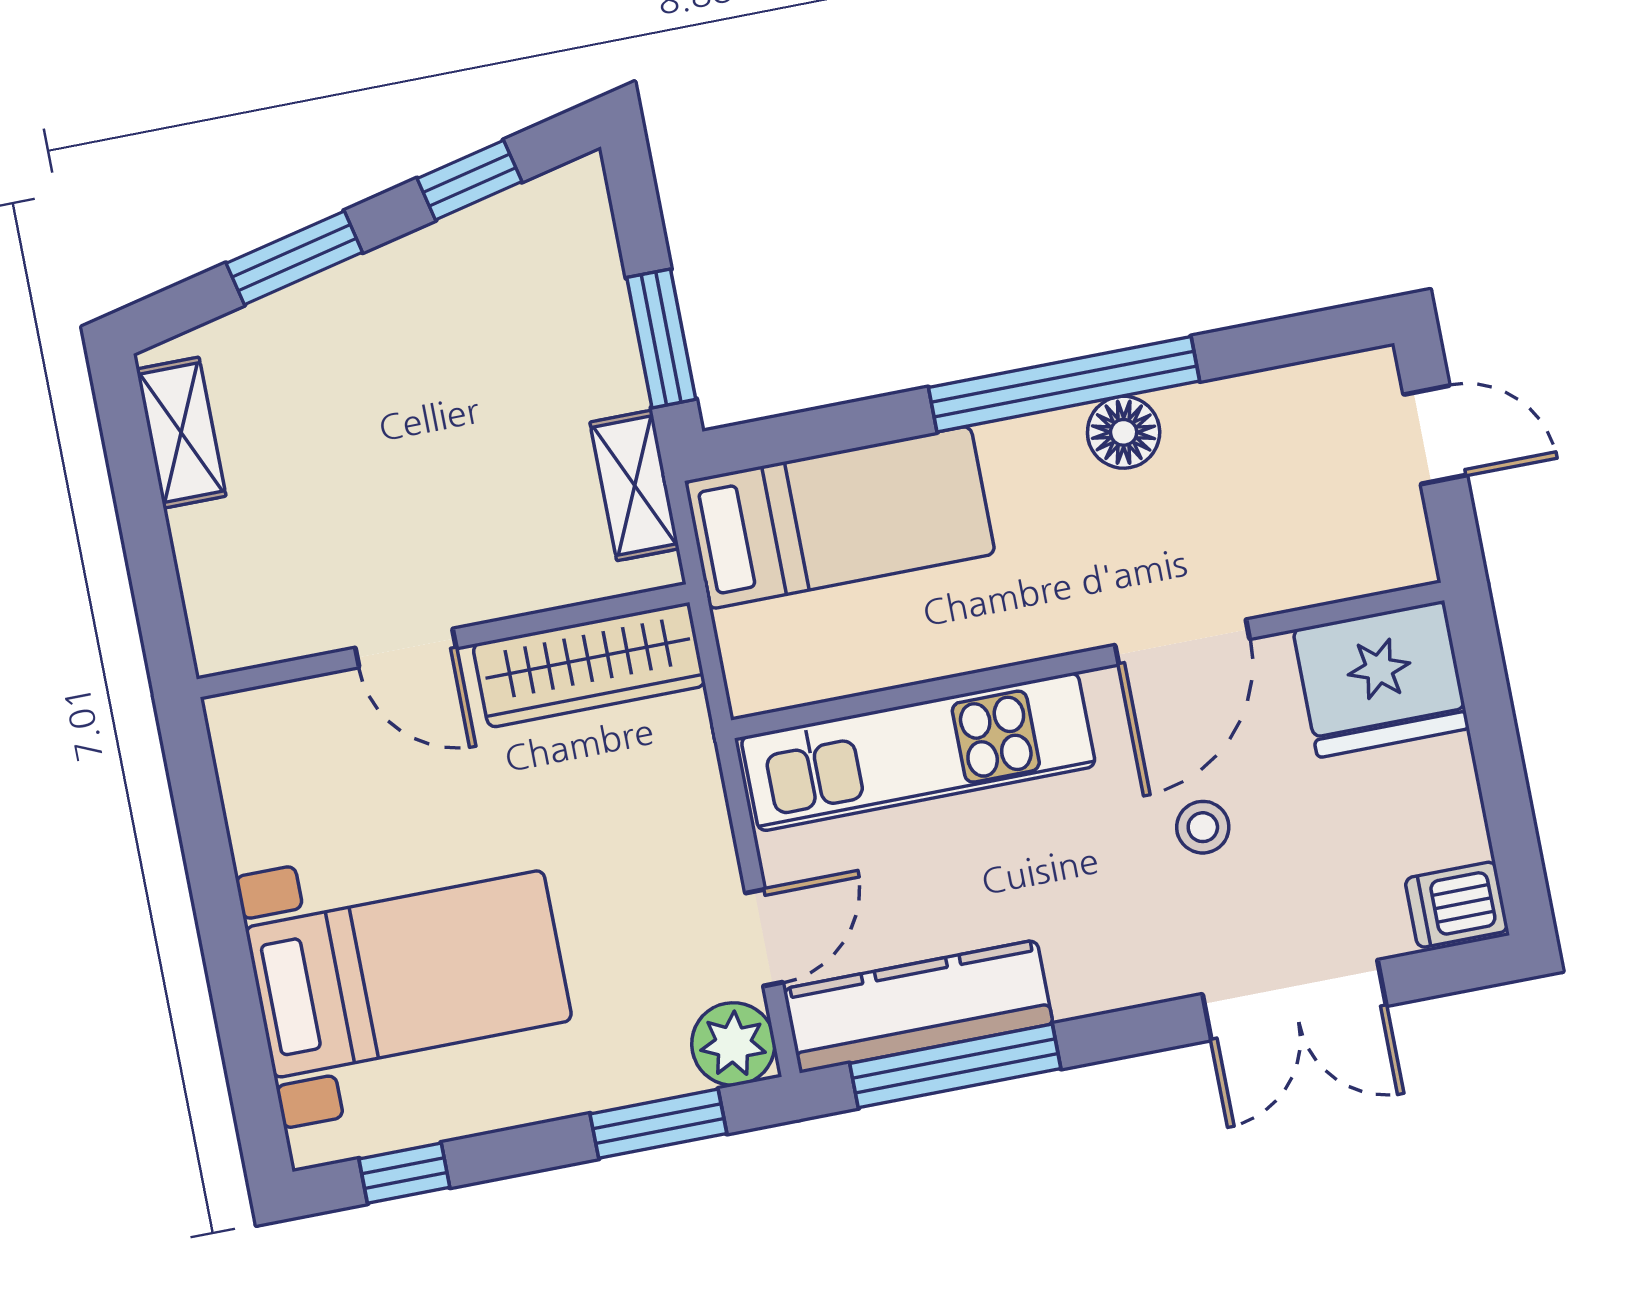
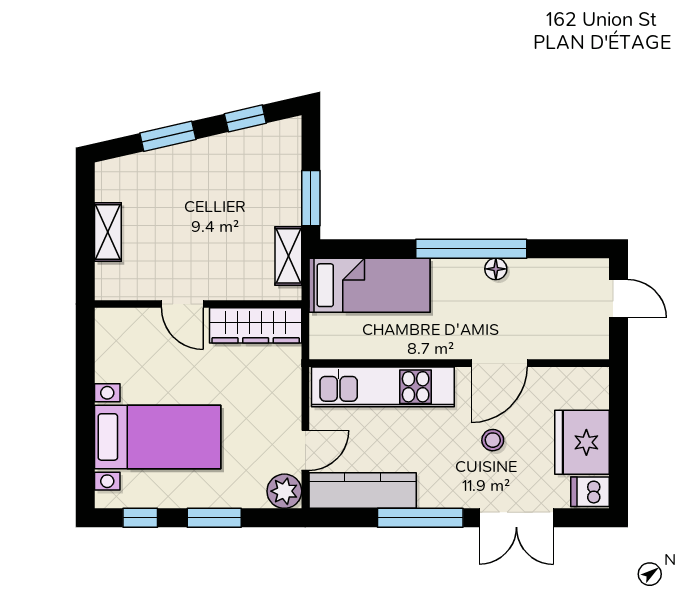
floor lamp: (1124, 432) -> (496, 269), width x0.73, depth x0.73
shelving: (181, 433) -> (108, 232), moved
fridge: (1381, 679) -> (582, 442), moved, turned 90
window: (955, 1066) -> (420, 518), moved
window: (658, 1124) -> (214, 518), moved

